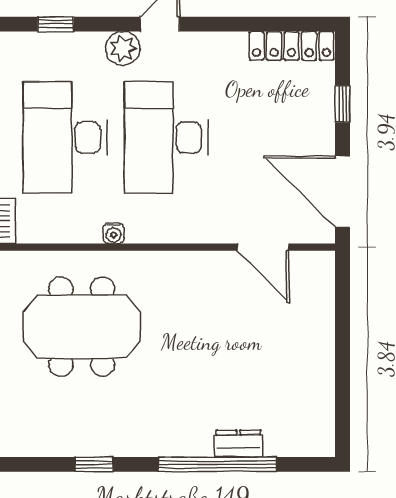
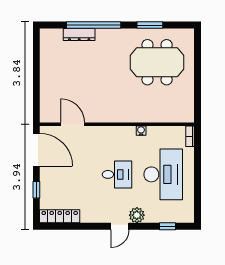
desk: (166, 138) -> (117, 174), width x0.53, depth x0.77
meeting table: (82, 327) -> (157, 62), moved
dresser: (238, 444) -> (79, 35), width x1.44
window: (94, 464) -> (150, 25), width x1.50

